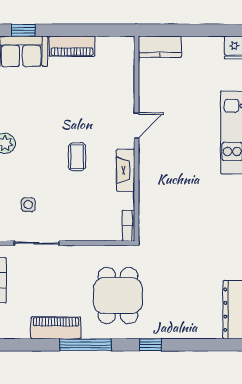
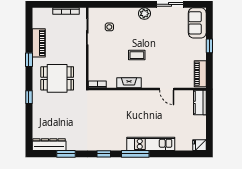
window: (23, 30) -> (209, 46), moved
piano: (72, 46) -> (200, 74), moved
door: (137, 125) -> (167, 89), moved
window: (85, 345) -> (29, 60), width x0.46

